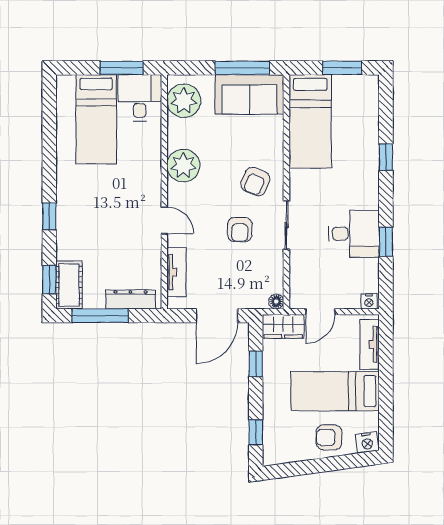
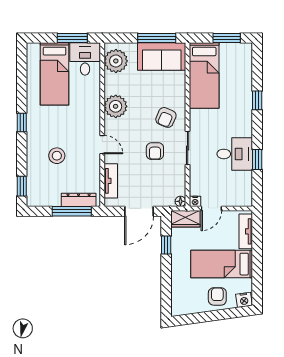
window: (49, 216) -> (22, 122), moved
stool: (99, 236) -> (57, 156), added
cot: (69, 285) -> (36, 190), removed
nightstand: (369, 301) -> (195, 201), moved
window: (100, 316) -> (72, 211), moved
window: (256, 432) -> (166, 293), removed
armchair: (329, 437) -> (217, 296), turned 90

